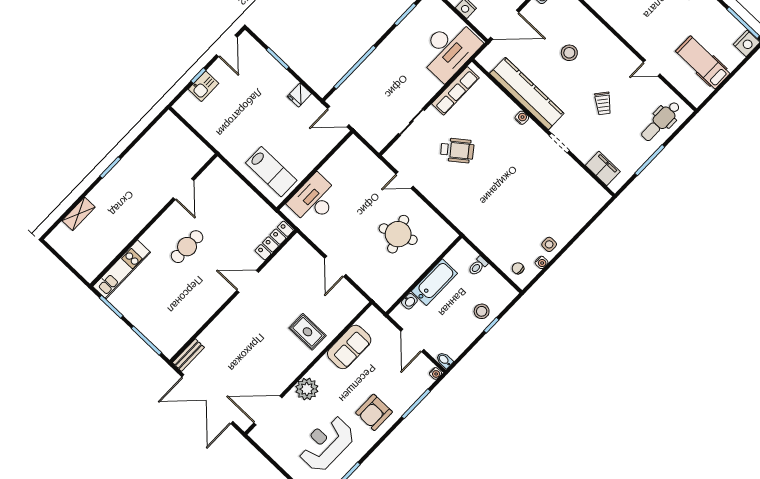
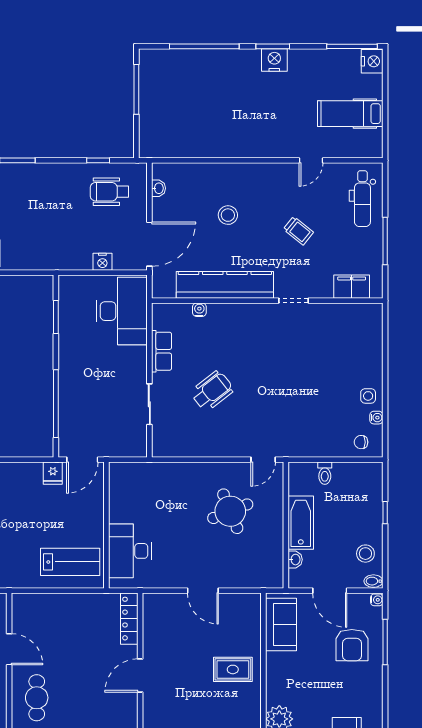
row of seats: (455, 91) -> (162, 351), width x0.68
fridge: (299, 95) -> (53, 473), moved
water cooler: (522, 118) -> (199, 310), moved
door: (405, 180) -> (263, 460), moved
cafe table: (187, 247) -> (37, 698), moved
stool: (482, 311) -> (365, 554), moved
sofa: (349, 347) -> (281, 625), moved
armchair: (374, 412) -> (352, 645), moved

